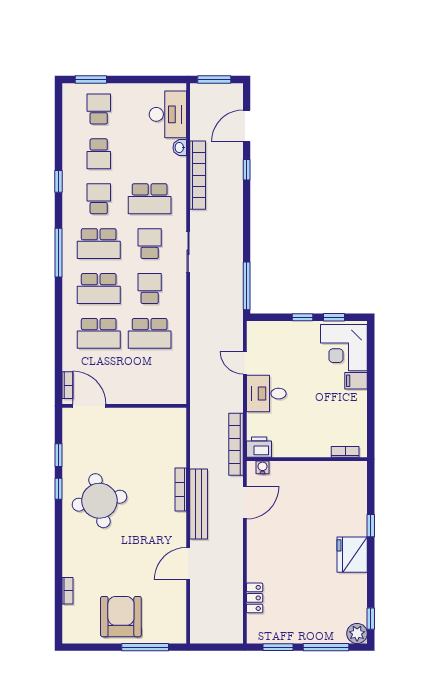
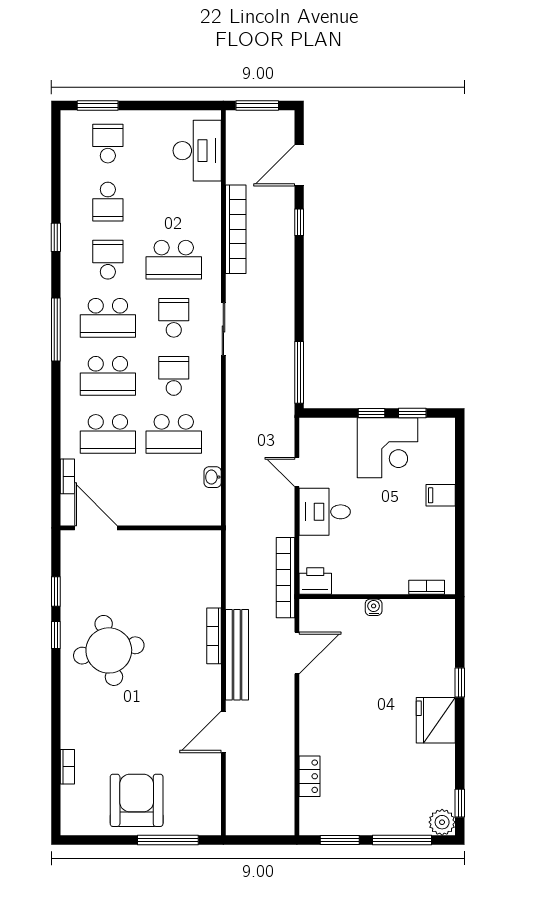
washbasin: (180, 148) -> (213, 477), moved
corner desk: (344, 348) -> (388, 448), moved, turned -90
bookcase: (68, 385) -> (67, 476), moved
water cooler: (263, 467) -> (374, 607), moved

